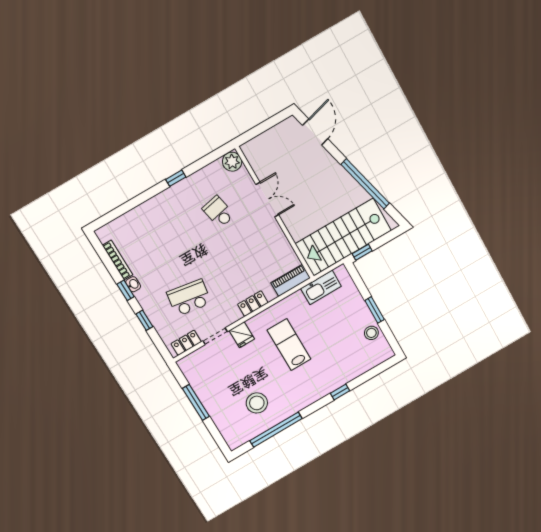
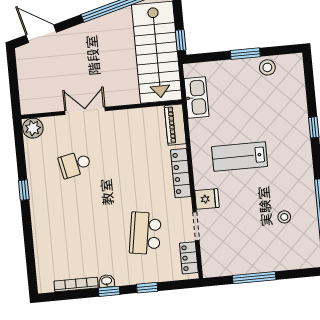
locker: (253, 304) -> (181, 173), width x1.53
stool: (257, 403) -> (284, 217), width x0.53, depth x0.53

